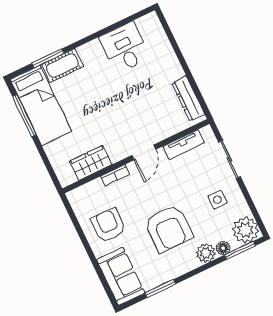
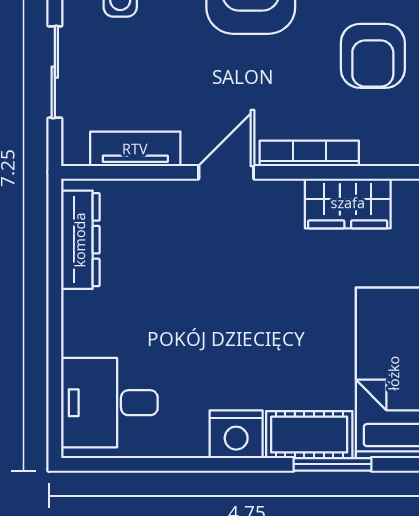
desk: (125, 48) -> (109, 403), moved, turned 90
nightstand: (91, 52) -> (236, 434), added
bookcase: (115, 175) -> (309, 153), width x1.56

